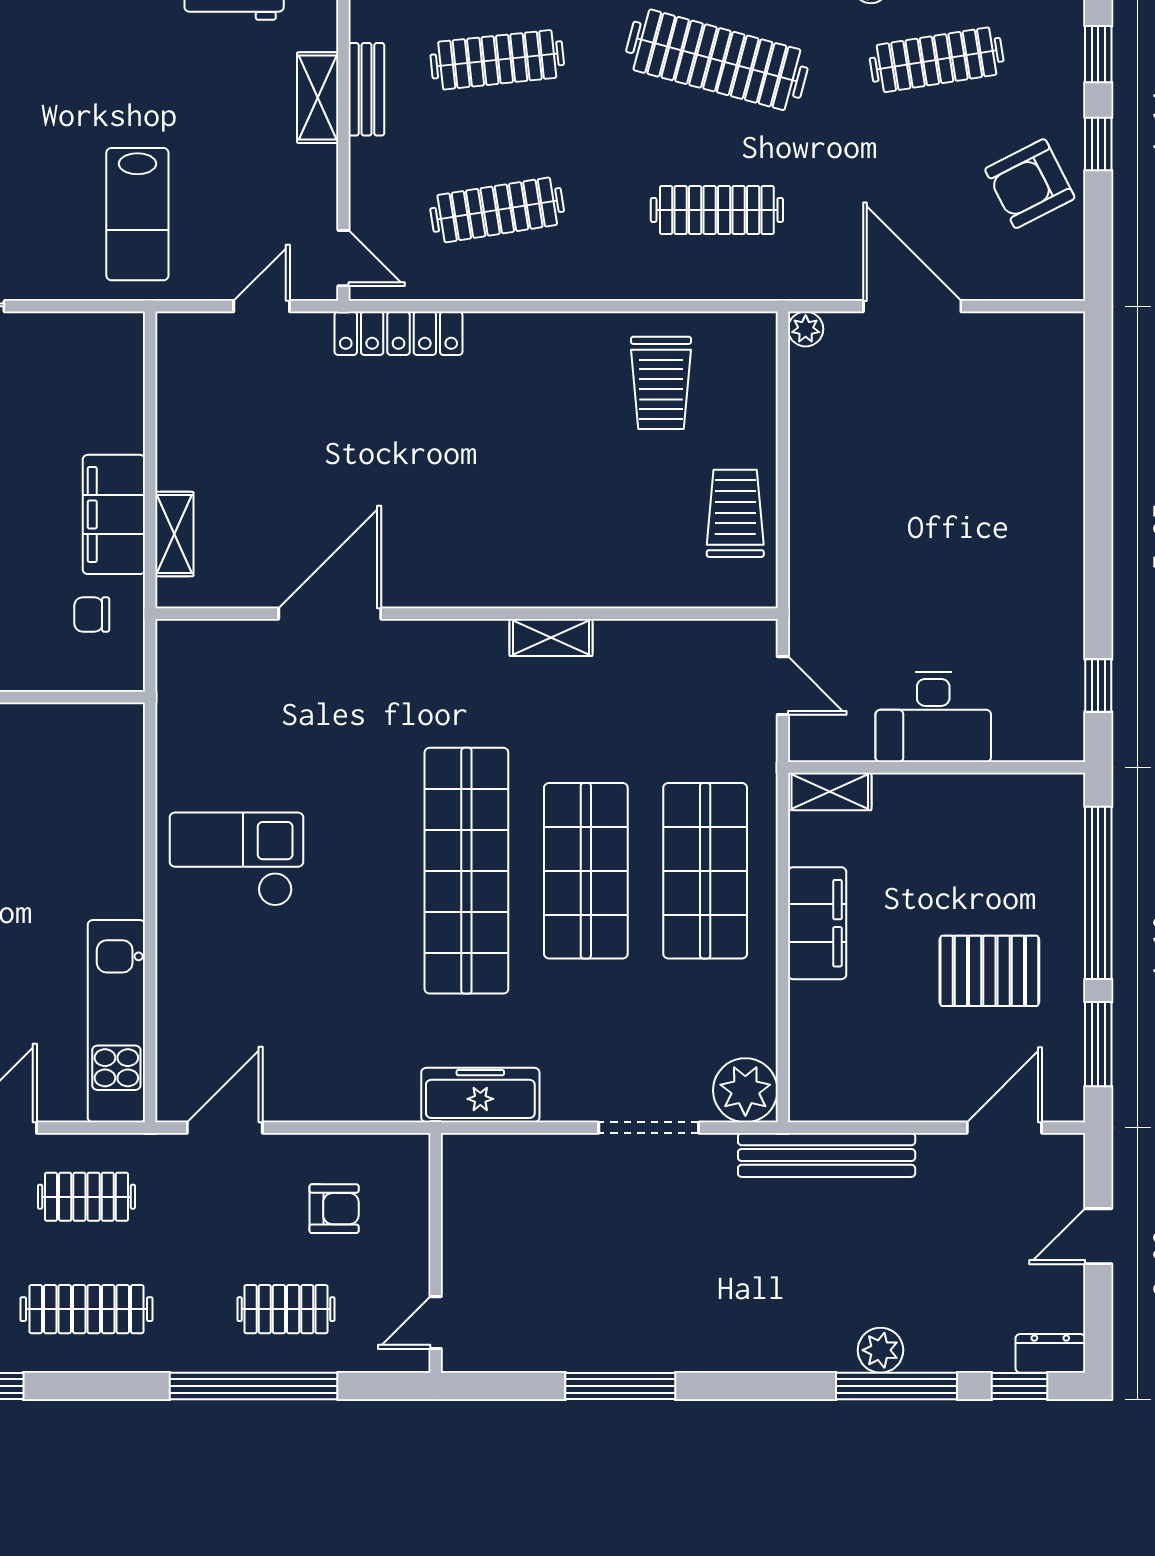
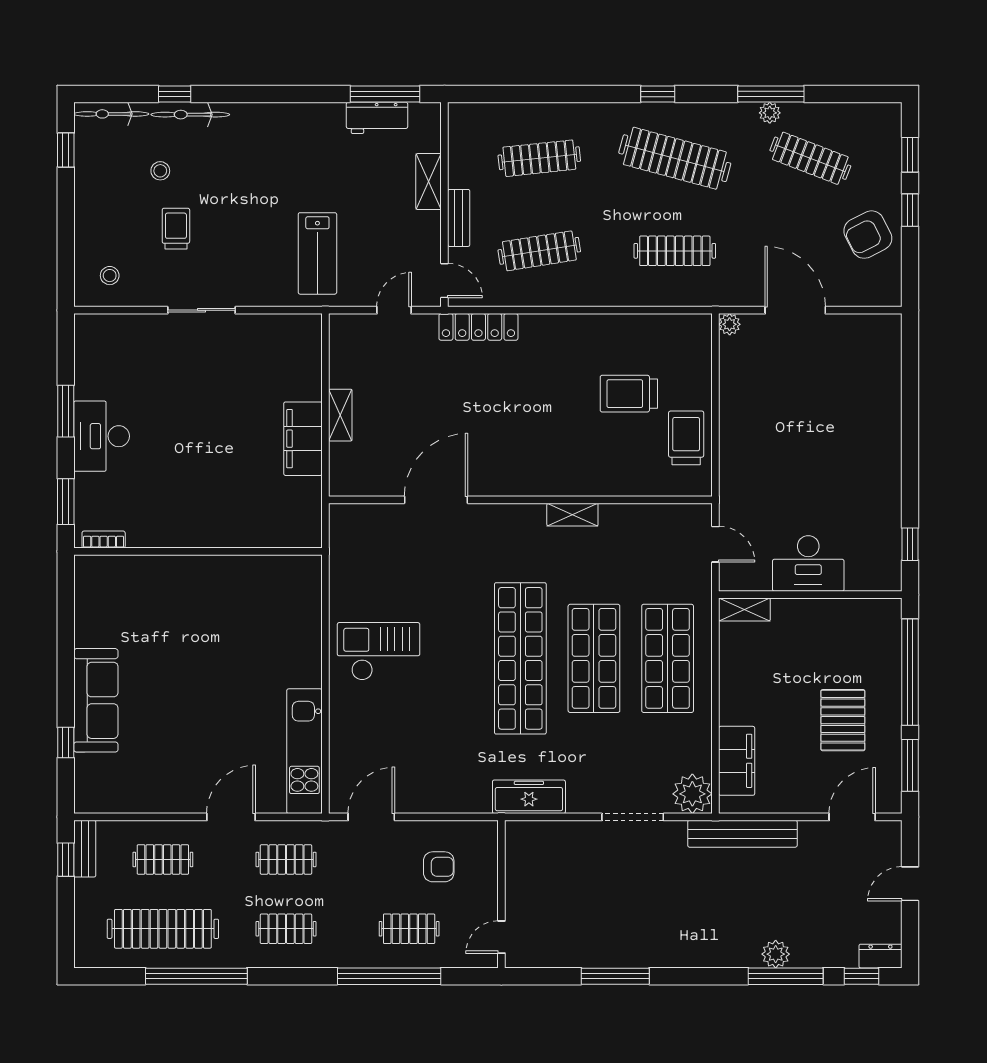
clothes rail: (937, 60) -> (810, 158), turned 30
bench: (366, 89) -> (459, 218), moved
trolley: (661, 383) -> (629, 394), moved, turned 90
shelving: (174, 534) -> (340, 415), moved
chair: (92, 615) -> (289, 500), removed
filing cabinet: (817, 923) -> (737, 761), moved
pallet: (989, 971) -> (843, 720), turned 90
clothes rail: (86, 1309) -> (286, 929), width x0.73

